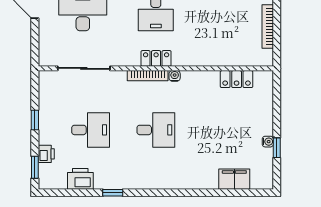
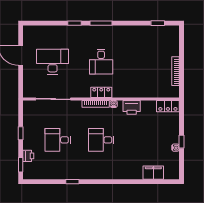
locker: (237, 79) -> (168, 106), moved
desk: (91, 130) -> (58, 140), turned 180
desk: (156, 130) -> (101, 140), turned 180
window: (277, 148) -> (181, 142), moved
printer: (80, 179) -> (132, 107), moved, turned 180

